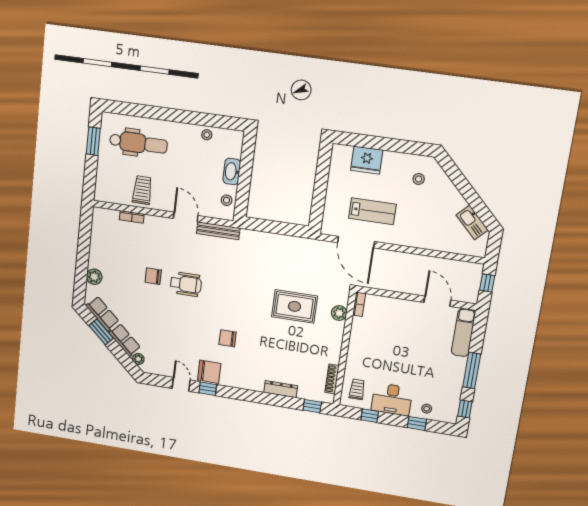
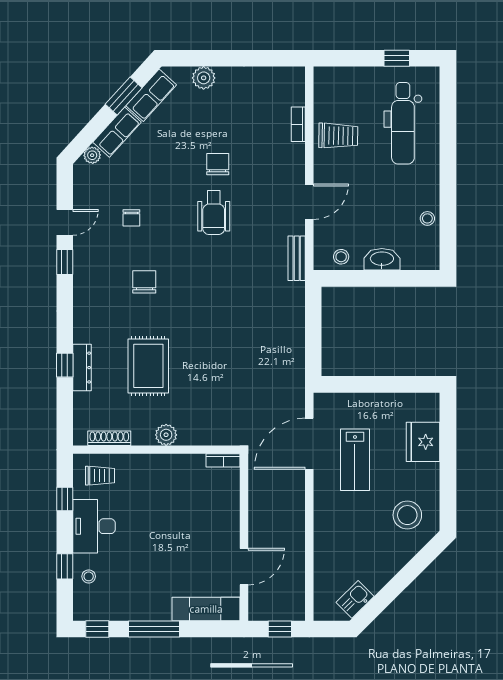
window: (93, 141) -> (397, 58), width x0.67
stool: (419, 179) -> (407, 515), width x1.89, depth x1.89
kitchen sink: (472, 222) -> (355, 599), width x0.73
bench: (218, 231) -> (297, 258), width x0.73
rug: (295, 306) -> (148, 366), moved
plant: (339, 313) -> (166, 435), moved
chair: (209, 372) -> (131, 218), moved, width x0.54, depth x0.54
window: (312, 406) -> (65, 365), moved

